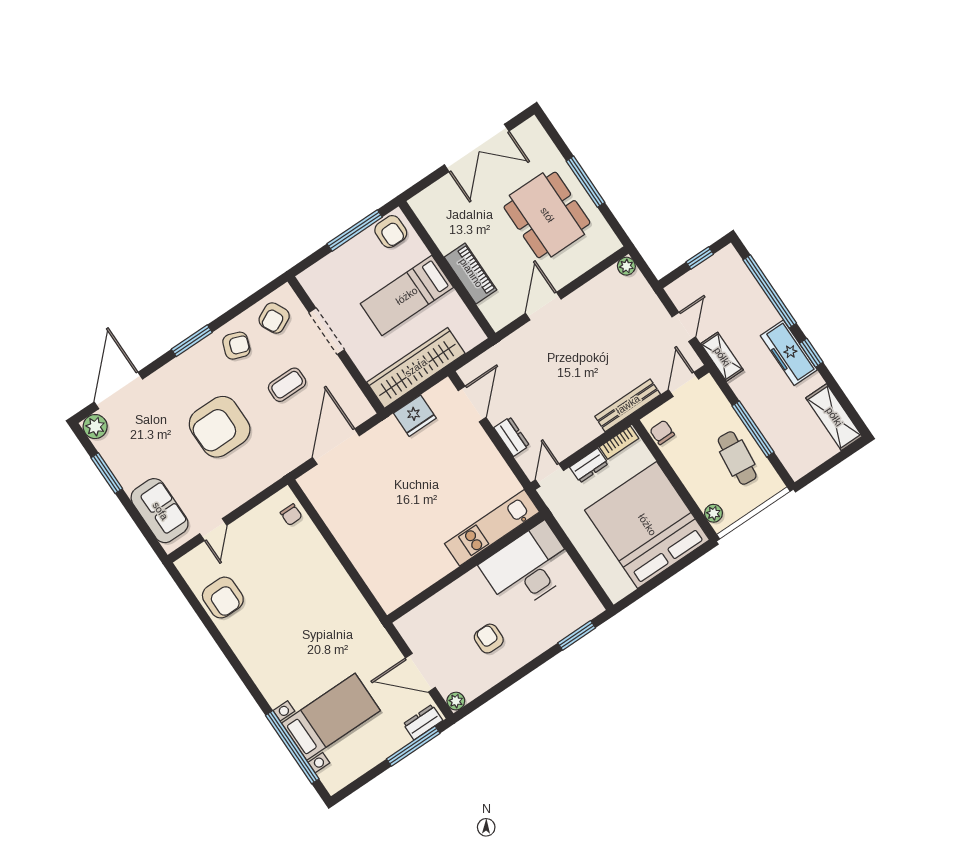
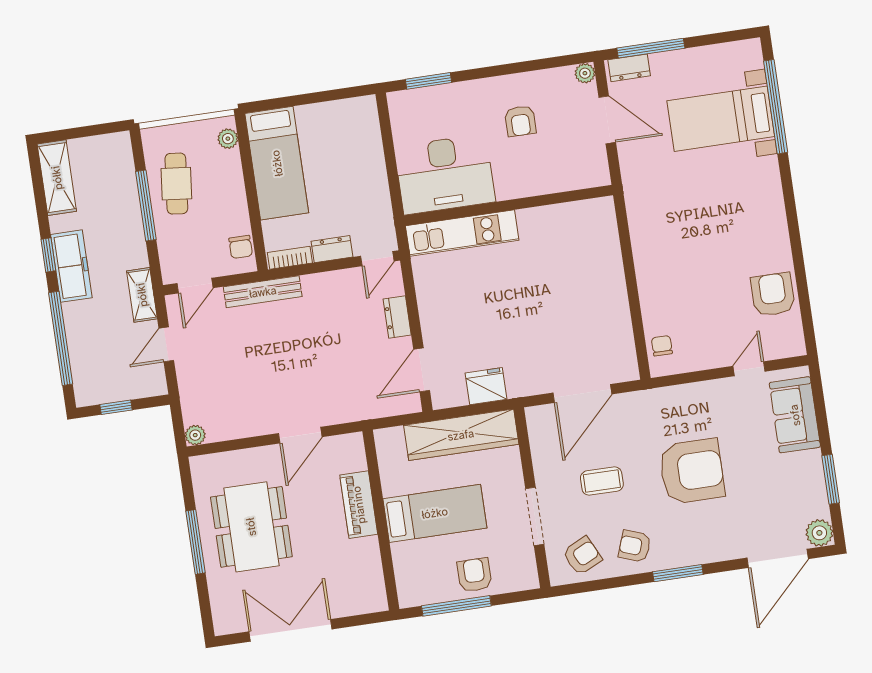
armchair: (391, 232) -> (474, 575), moved
bed: (647, 525) -> (277, 163), width x0.49

